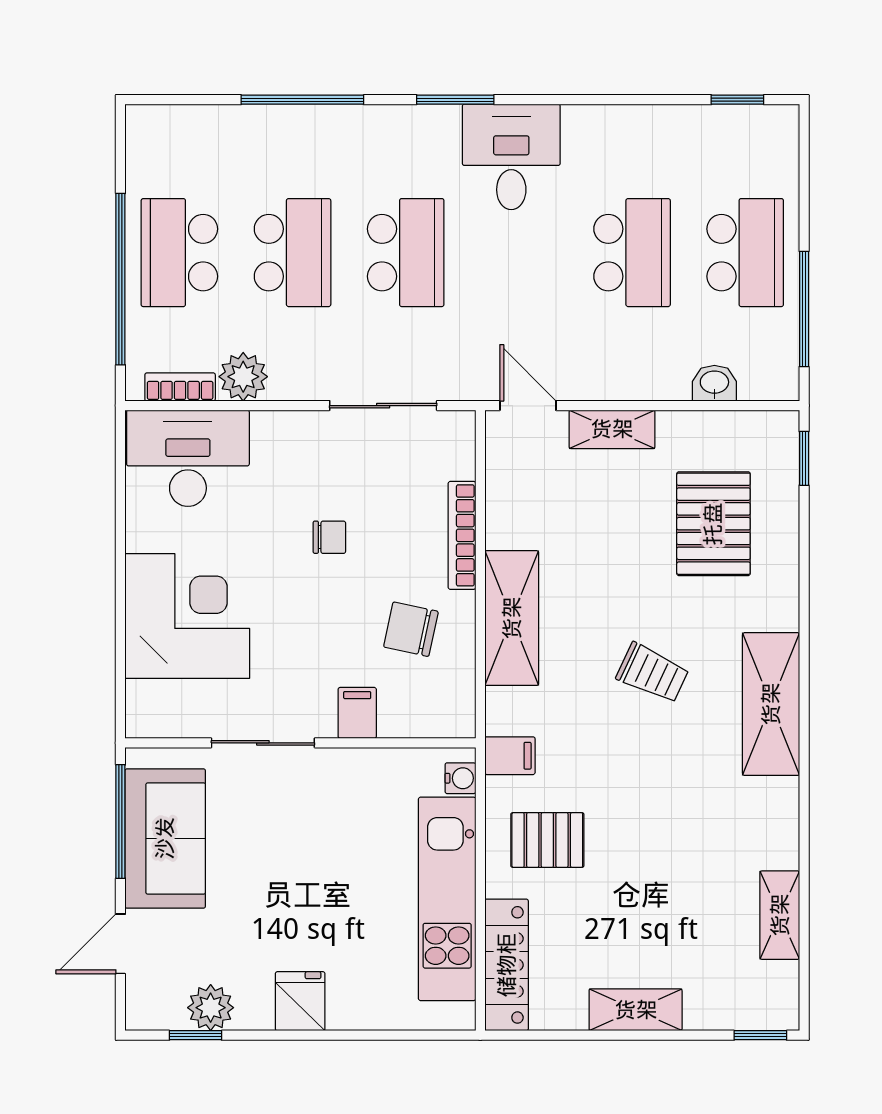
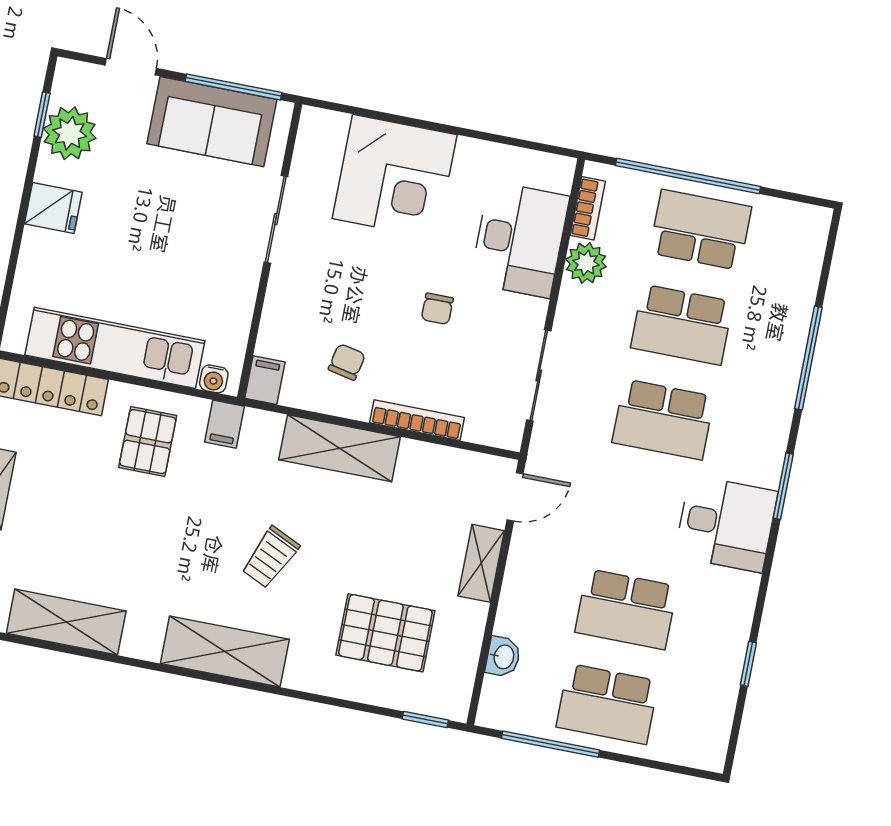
window: (737, 100) -> (748, 664), moved
desk: (188, 458) -> (520, 240), moved
chair: (411, 629) -> (347, 362), width x0.73, depth x0.73
filing cabinet: (357, 713) -> (265, 380), moved, turned -90
shelving: (780, 915) -> (66, 622), width x1.50, depth x1.33
plant: (211, 1008) -> (70, 133), width x1.36, depth x1.36

